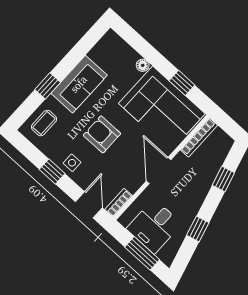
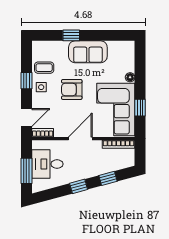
coffee table: (44, 123) -> (44, 68), moved
armchair: (102, 134) -> (72, 89), turned -90
window: (198, 229) -> (79, 186), moved

